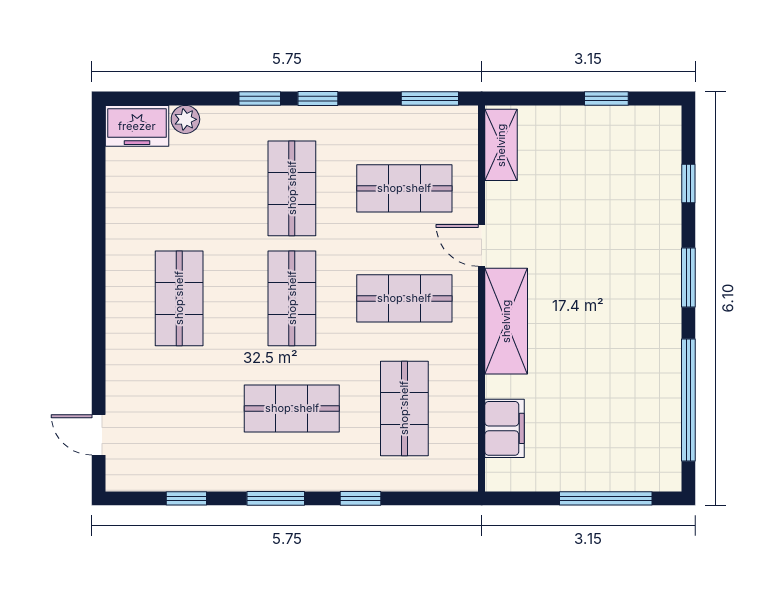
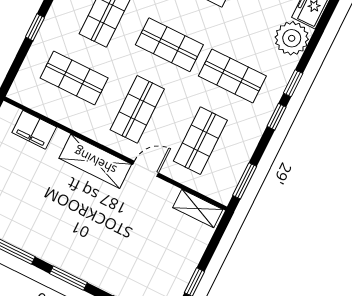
plant: (185, 119) -> (292, 38), width x1.87, depth x1.87

